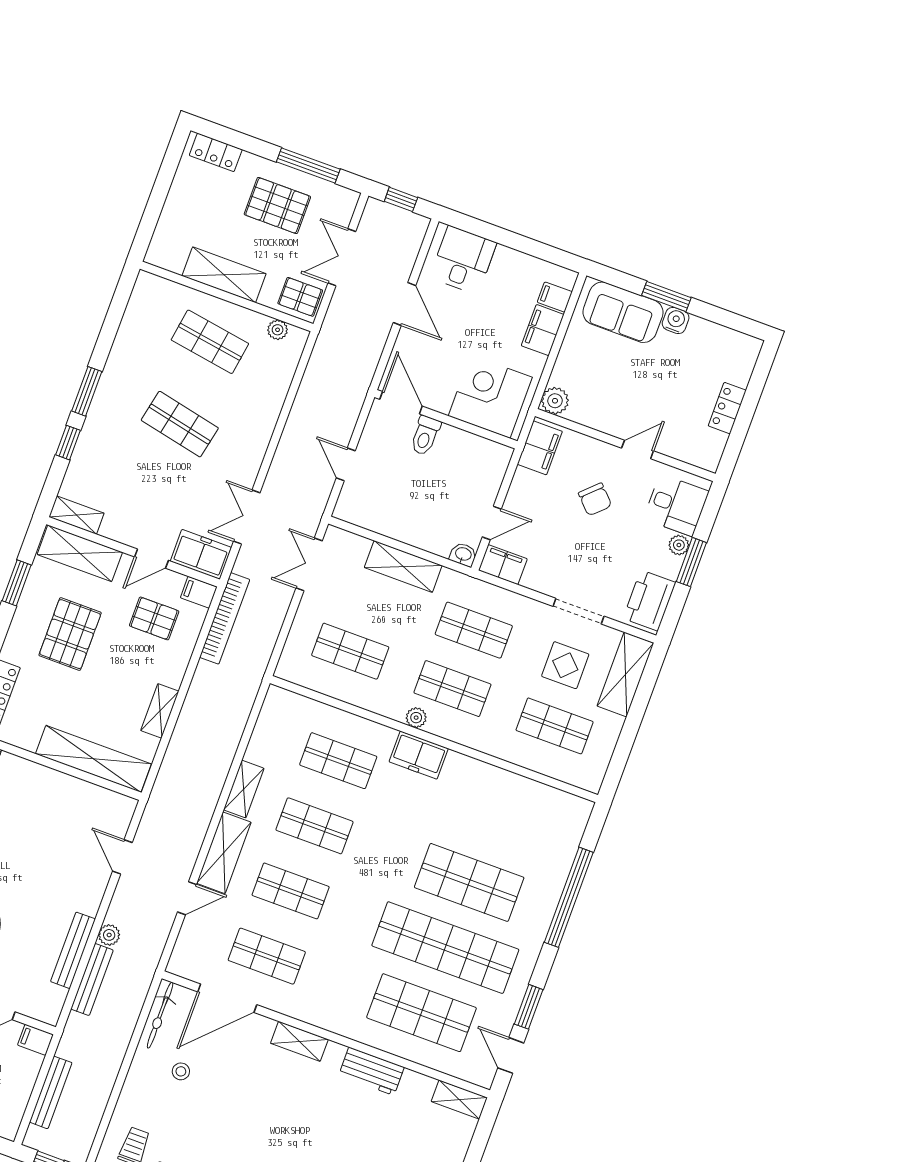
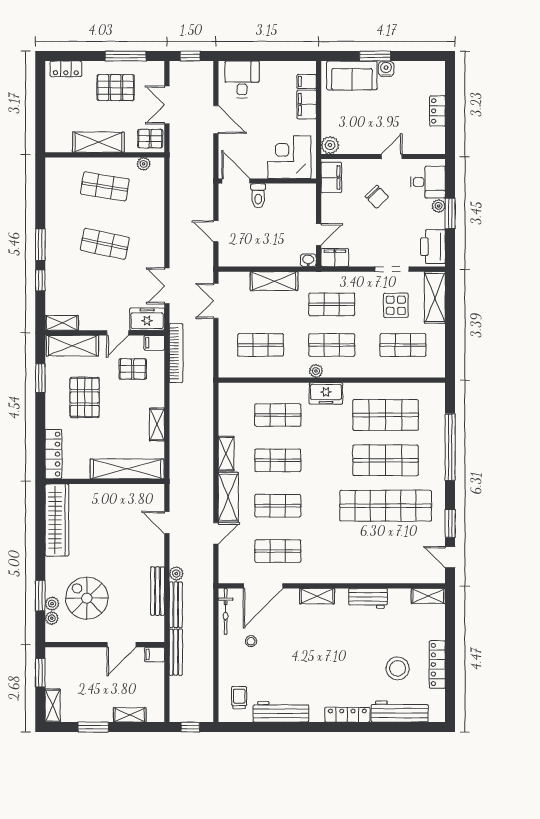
shop shelf: (422, 1013) -> (386, 415), moved
bench: (51, 1092) -> (176, 652), moved

